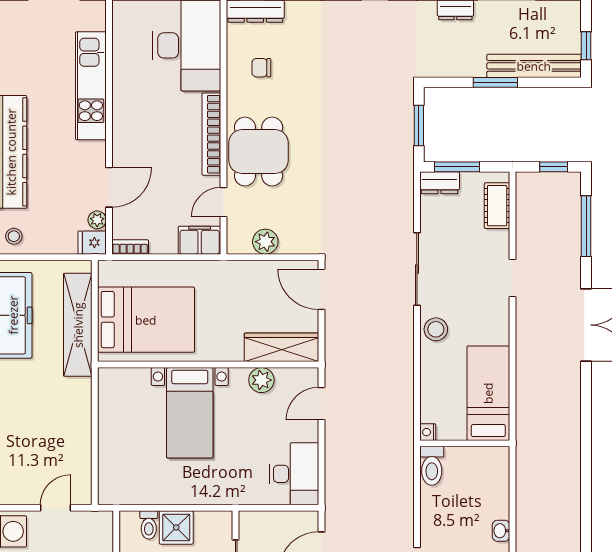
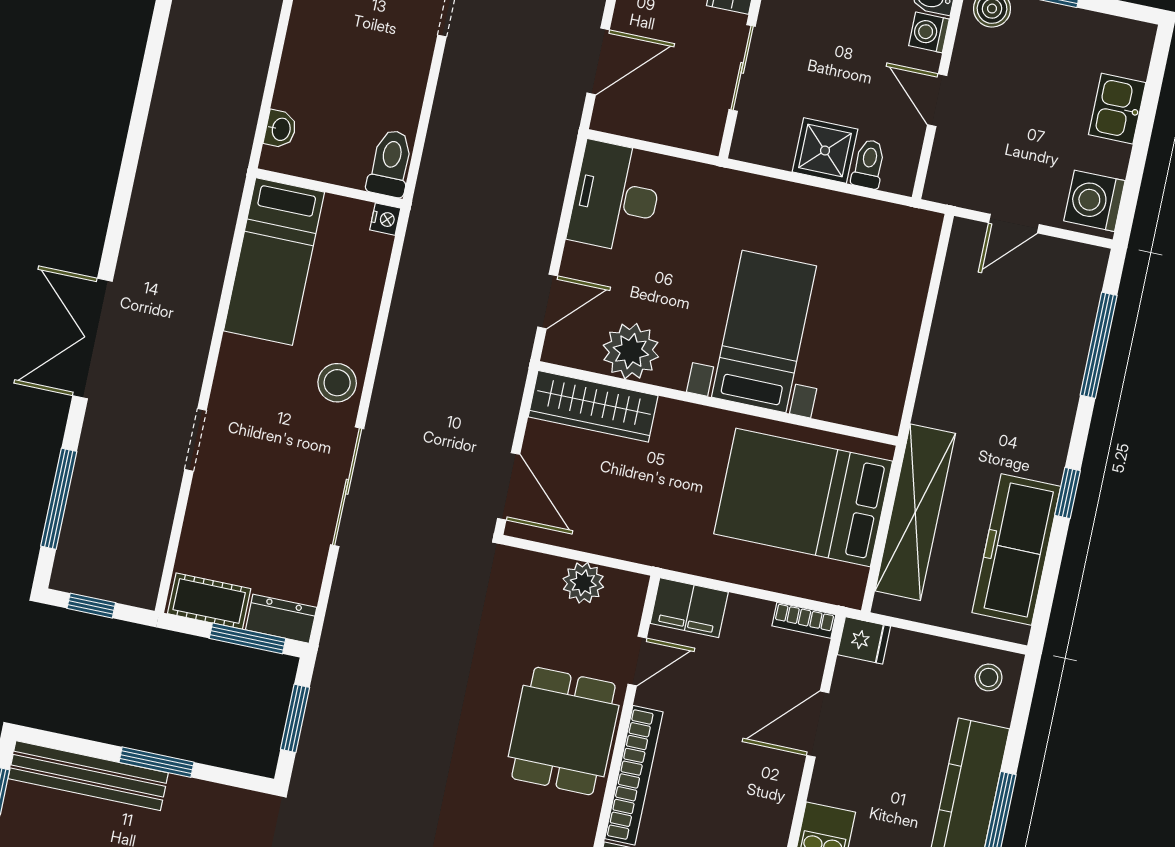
cot: (497, 206) -> (209, 601), moved, turned 90
plant: (97, 220) -> (848, 675), removed
plant: (261, 380) -> (631, 351), width x1.36, depth x1.36
washbasin: (501, 531) -> (280, 129), moved

